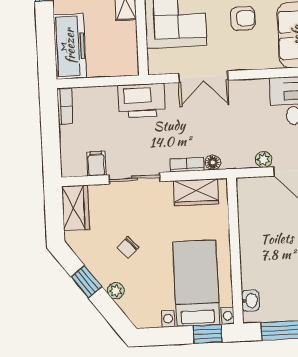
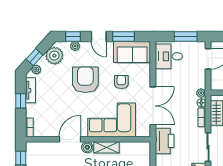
double door: (203, 77) -> (153, 106), width x1.37
plant: (263, 159) -> (201, 93), moved

